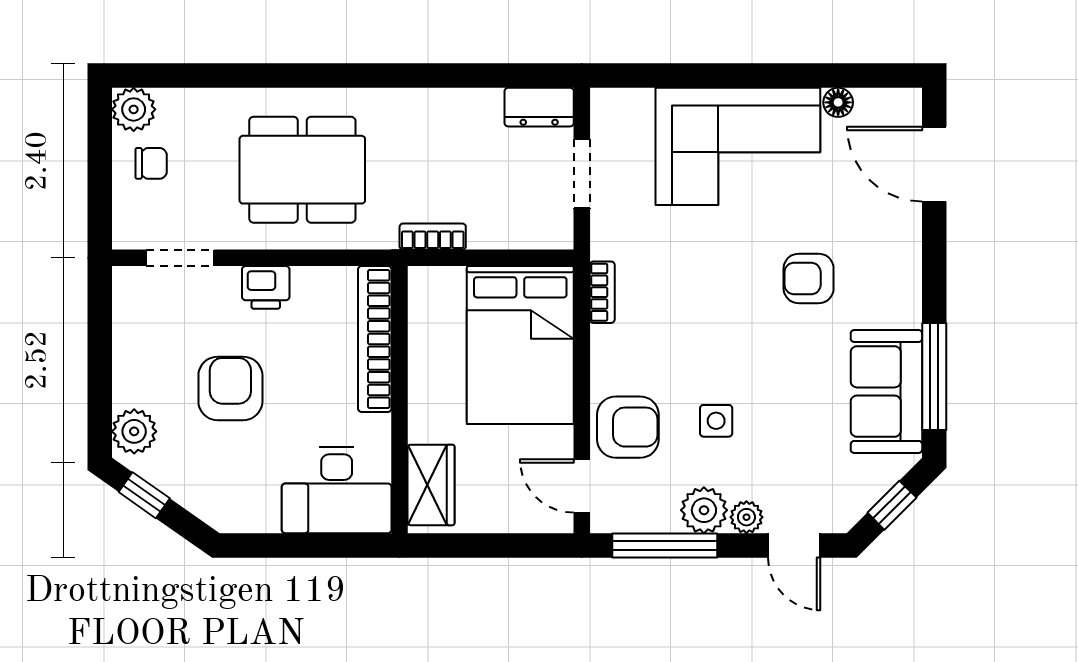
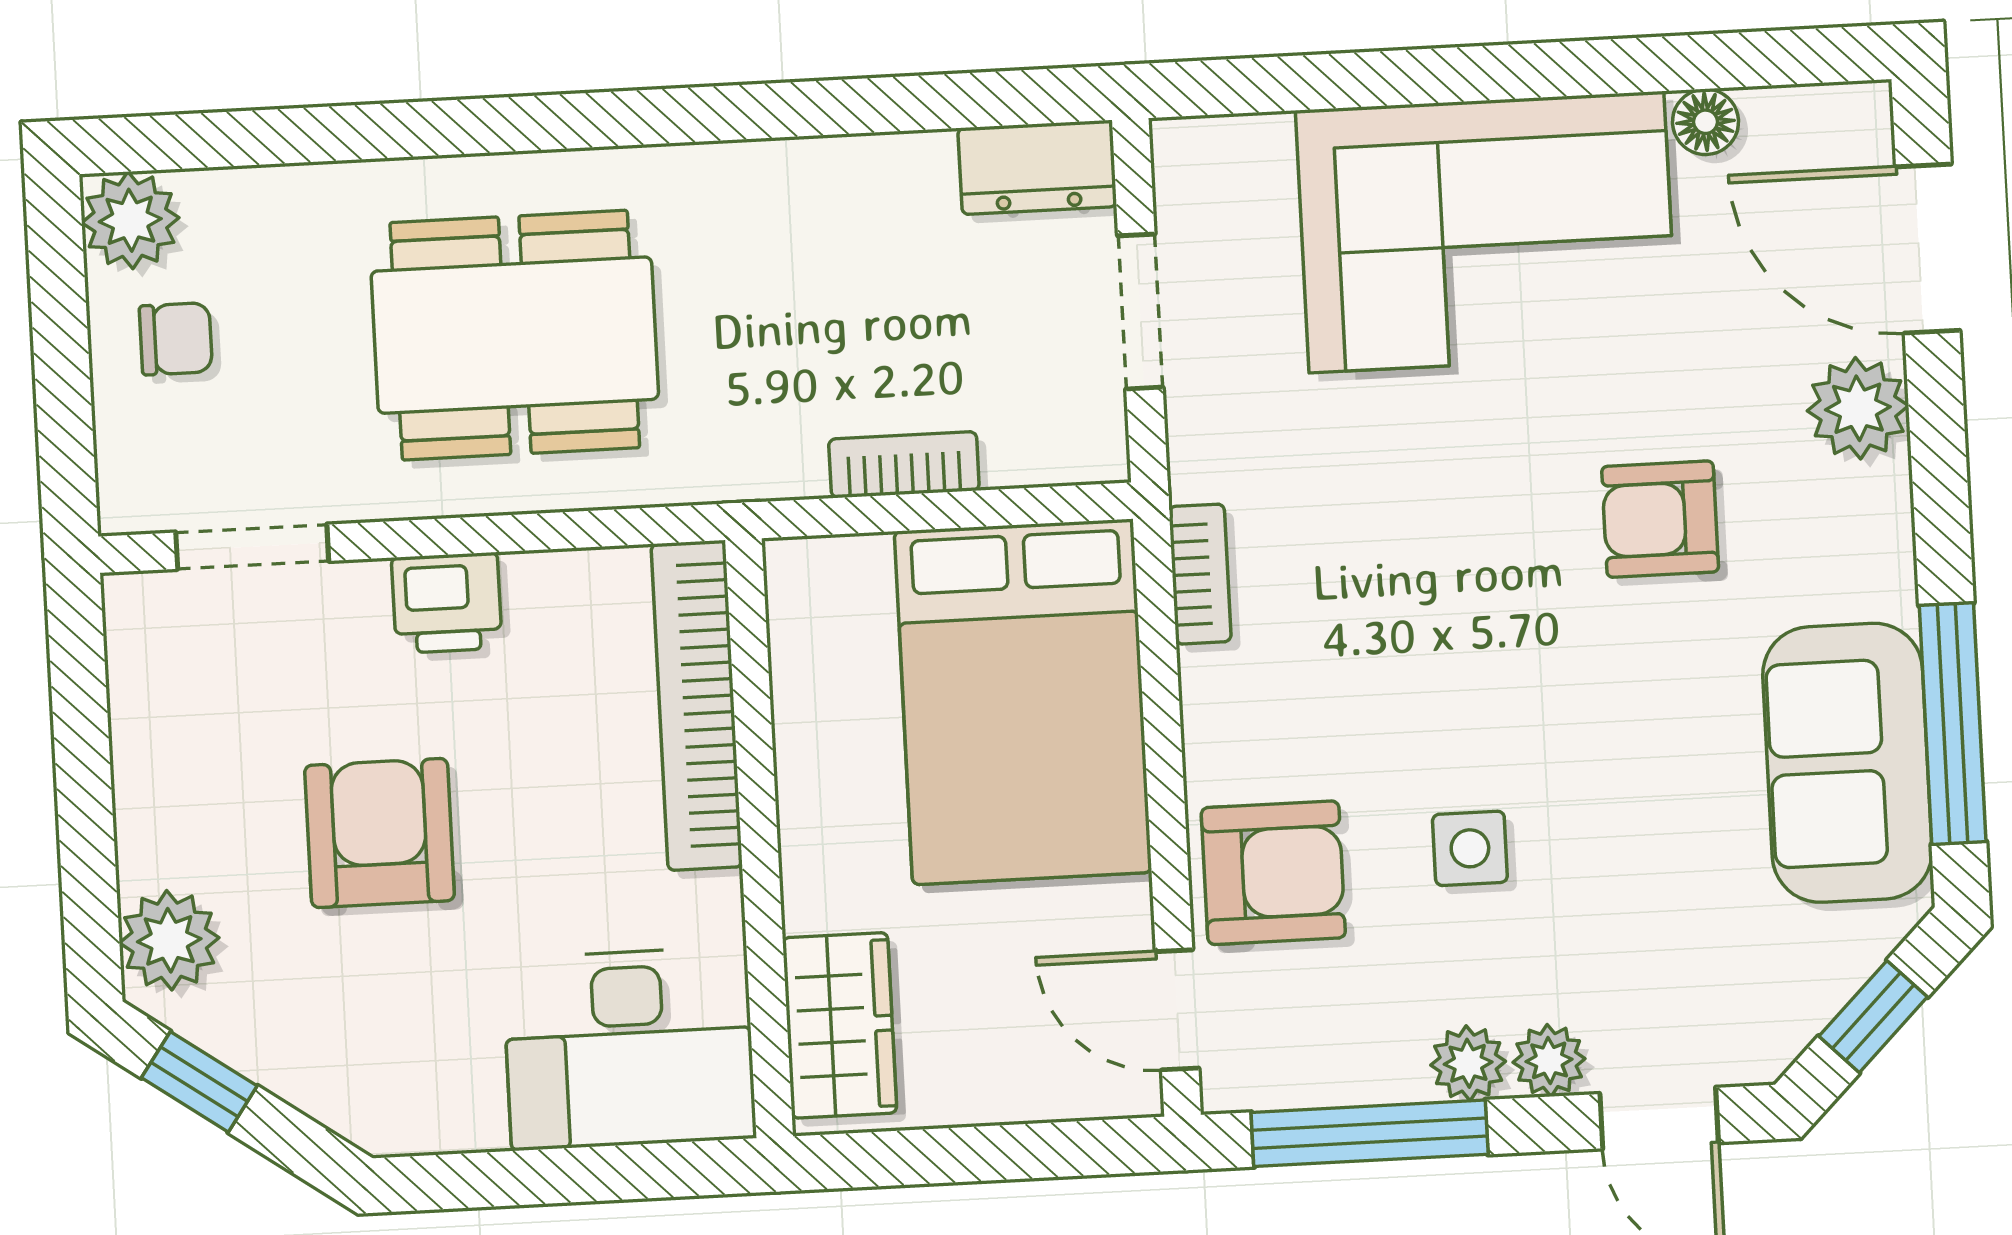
plant: (899, 234) -> (1858, 408), added
bookcase: (433, 237) -> (904, 465), moved
plant: (704, 510) -> (1468, 1063), width x0.73, depth x0.73

